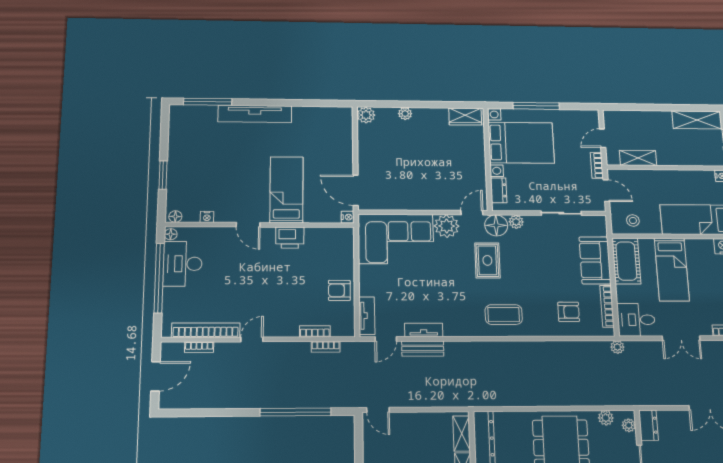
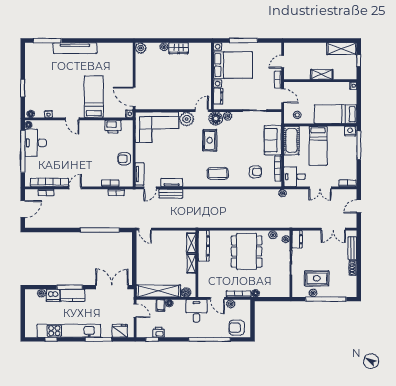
wardrobe: (465, 117) -> (179, 48), moved
shelving: (638, 158) -> (322, 74), moved
printer: (290, 238) -> (113, 127), moved

